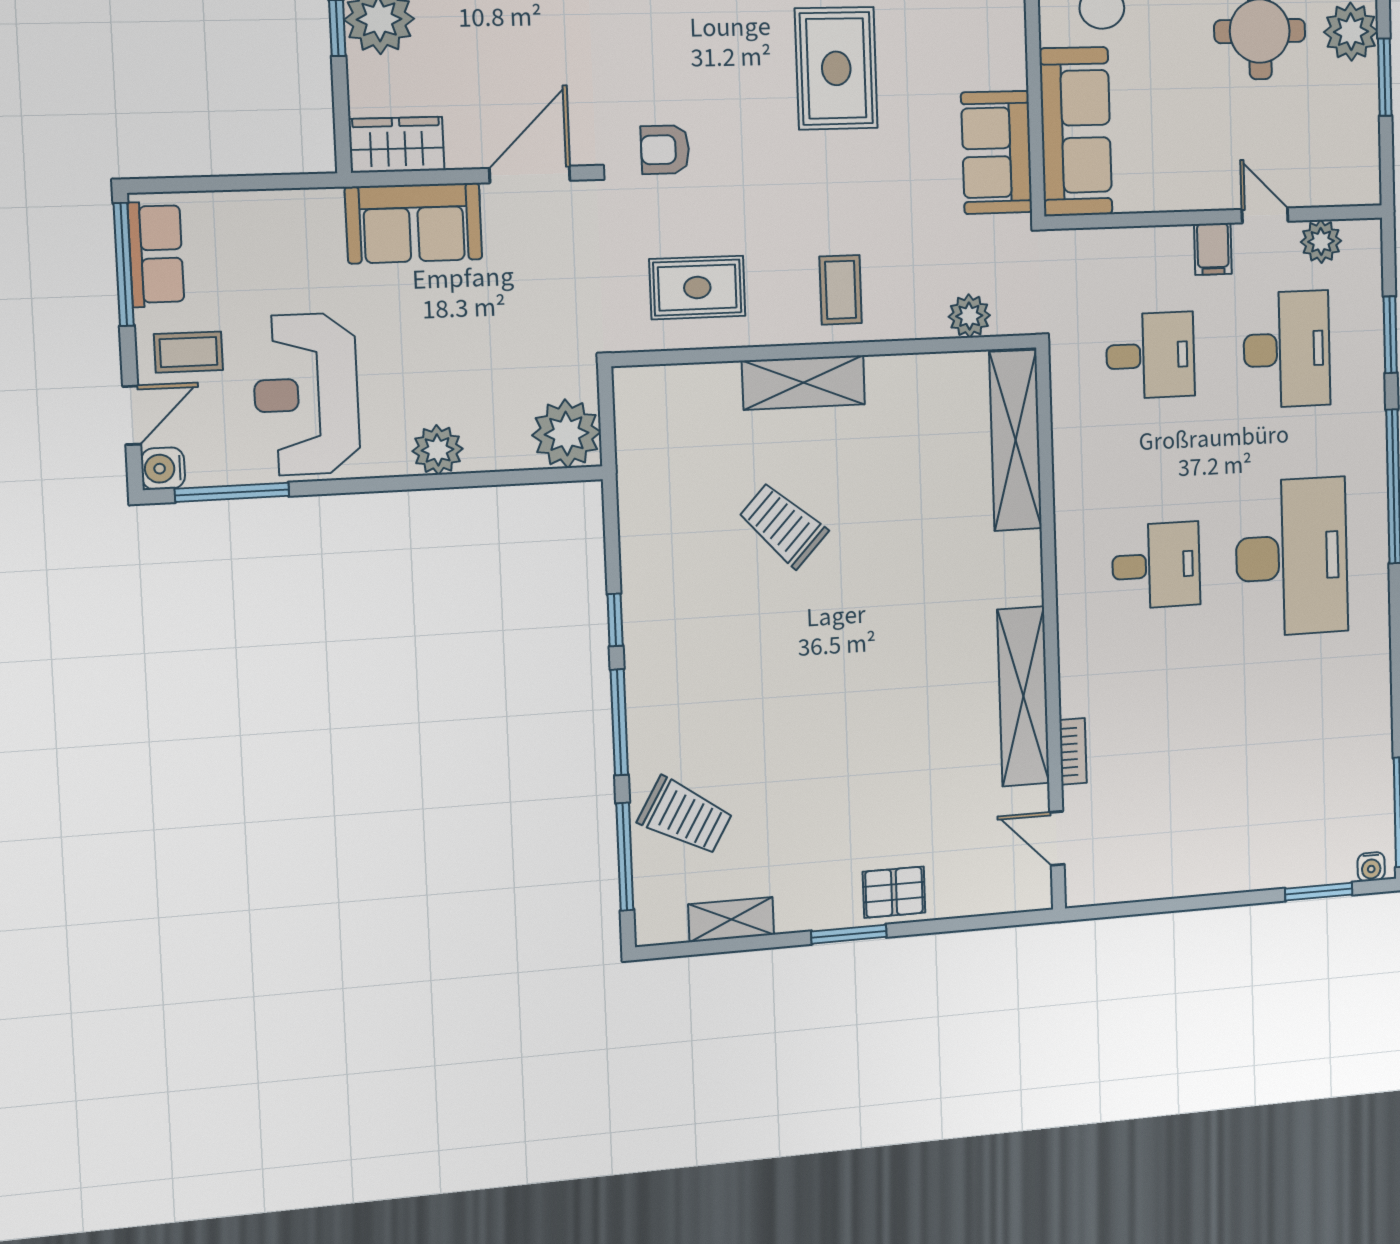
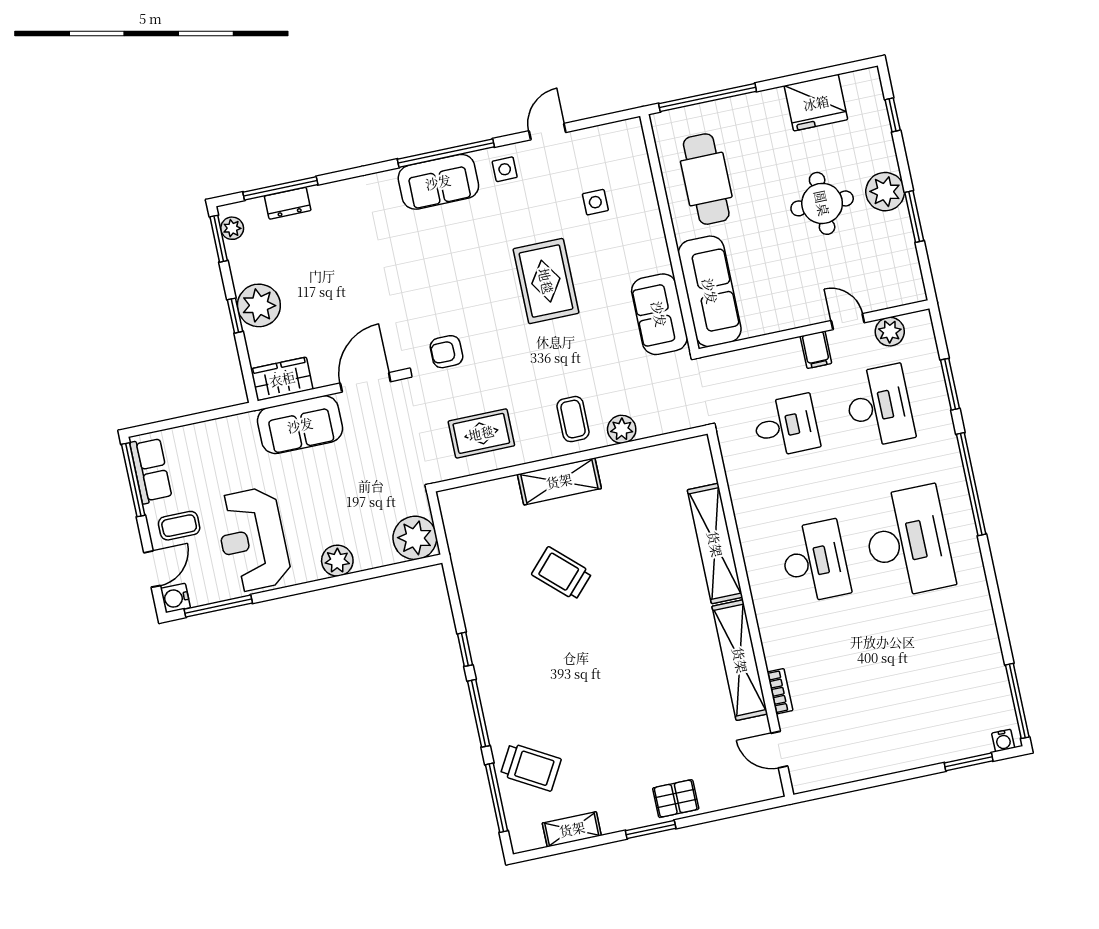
plant: (969, 316) -> (622, 429), moved
shelving: (1015, 440) -> (715, 544), moved
desk: (1156, 565) -> (815, 562), width x1.37

